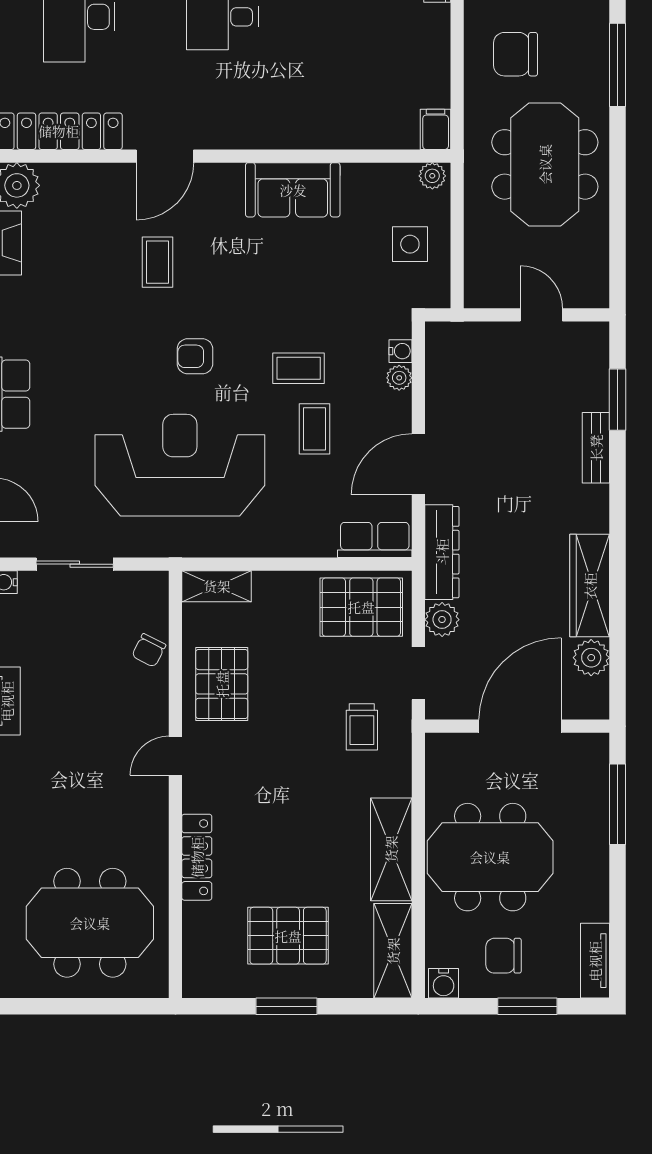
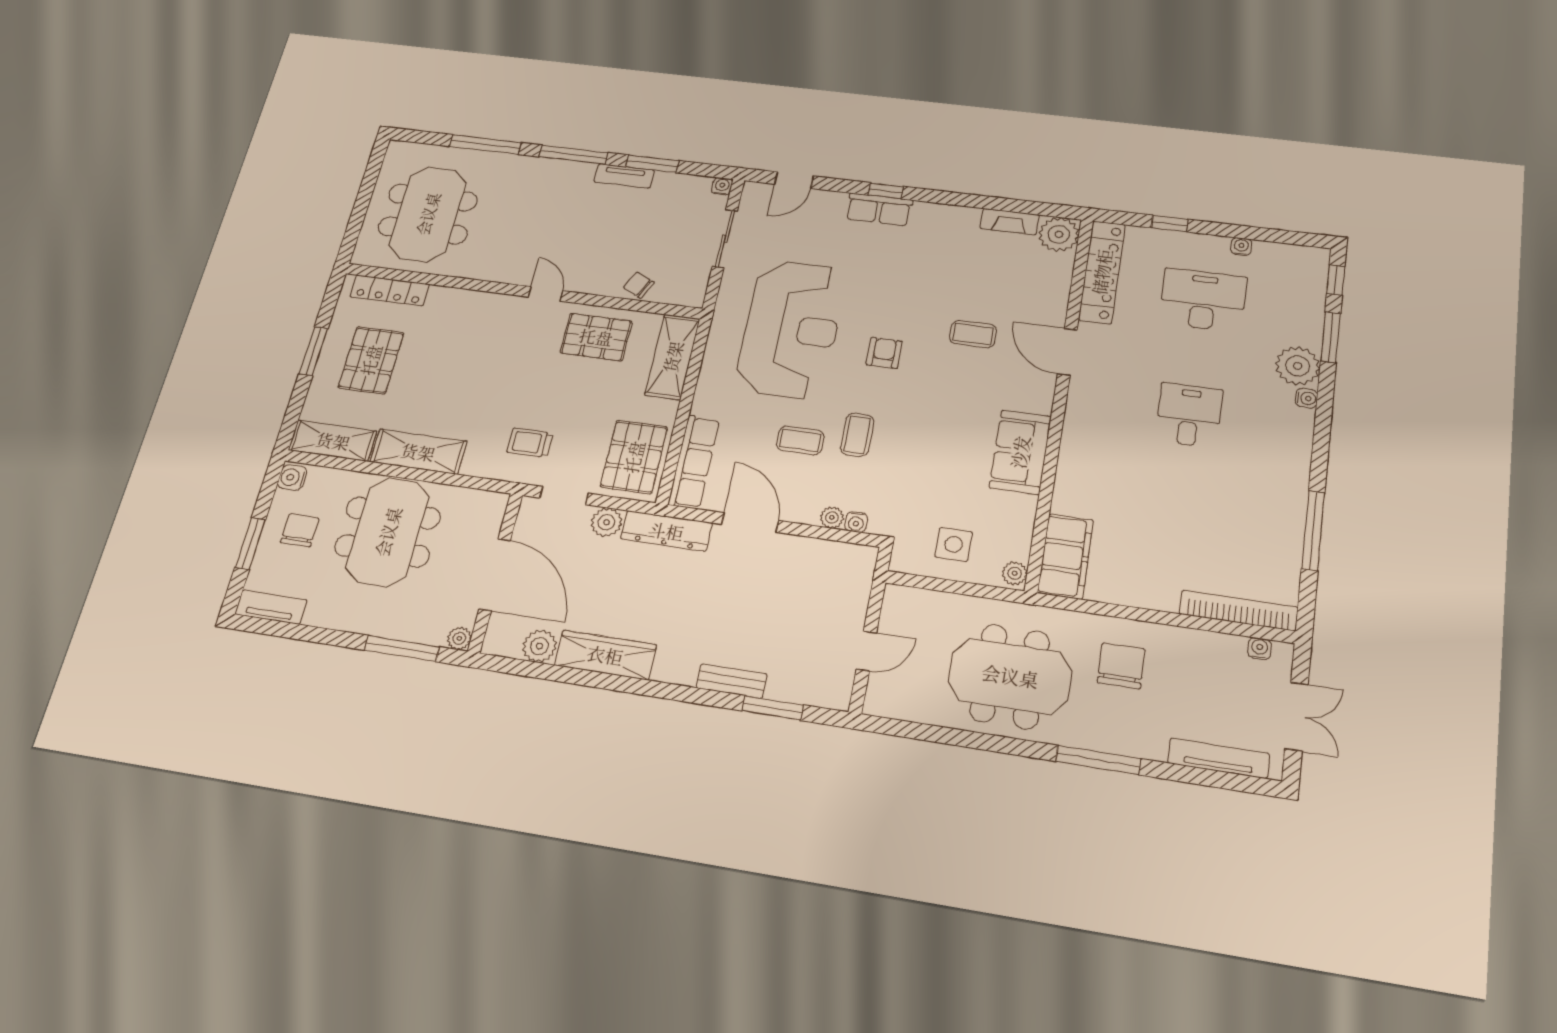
filing cabinet: (436, 129) -> (1065, 556), width x3.00, depth x1.17
row of seats: (375, 540) -> (694, 462), width x1.48
shelving: (217, 586) -> (673, 357), width x1.50, depth x1.33
plant: (597, 745) -> (459, 638), added
locker: (197, 857) -> (390, 290), moved

